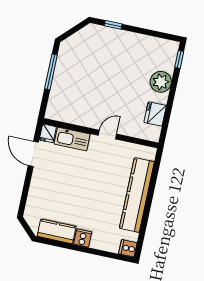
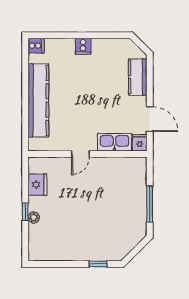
window: (179, 59) -> (25, 212), moved
plant: (161, 82) -> (34, 218), width x0.53, depth x0.53
kitchen counter: (57, 231) -> (138, 77), moved, turned 90

